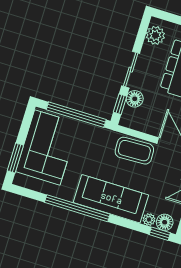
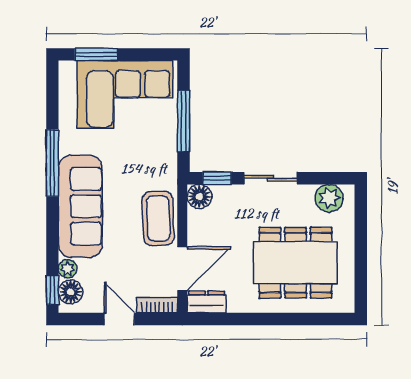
floor lamp: (135, 99) -> (199, 197), moved
window: (76, 115) -> (184, 121), width x0.68
window: (77, 208) -> (52, 163), width x0.68

